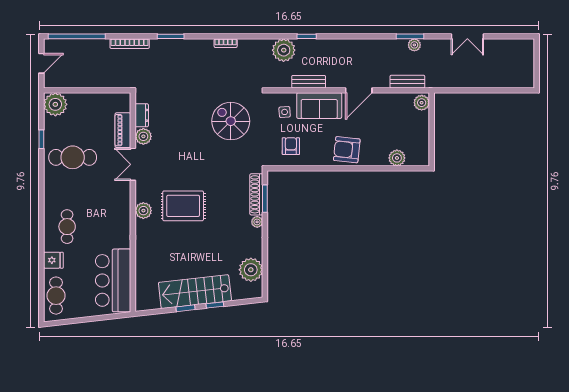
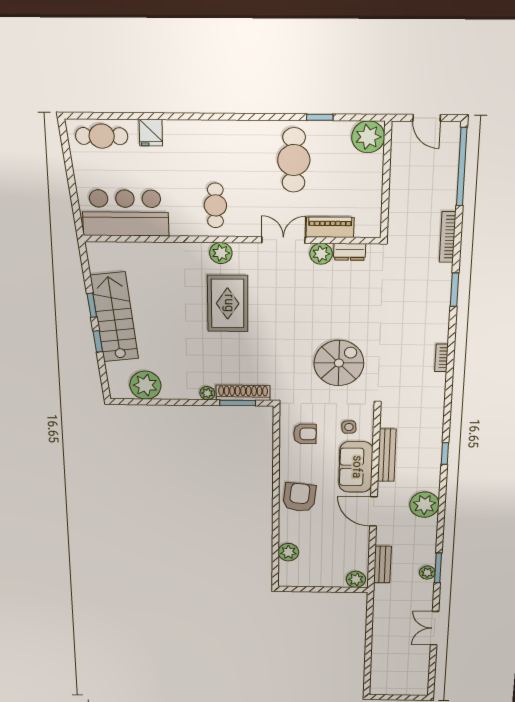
plant: (284, 50) -> (424, 505), moved
bench: (309, 82) -> (387, 455), width x1.36
cafe table: (67, 227) -> (215, 205), moved, turned 90

